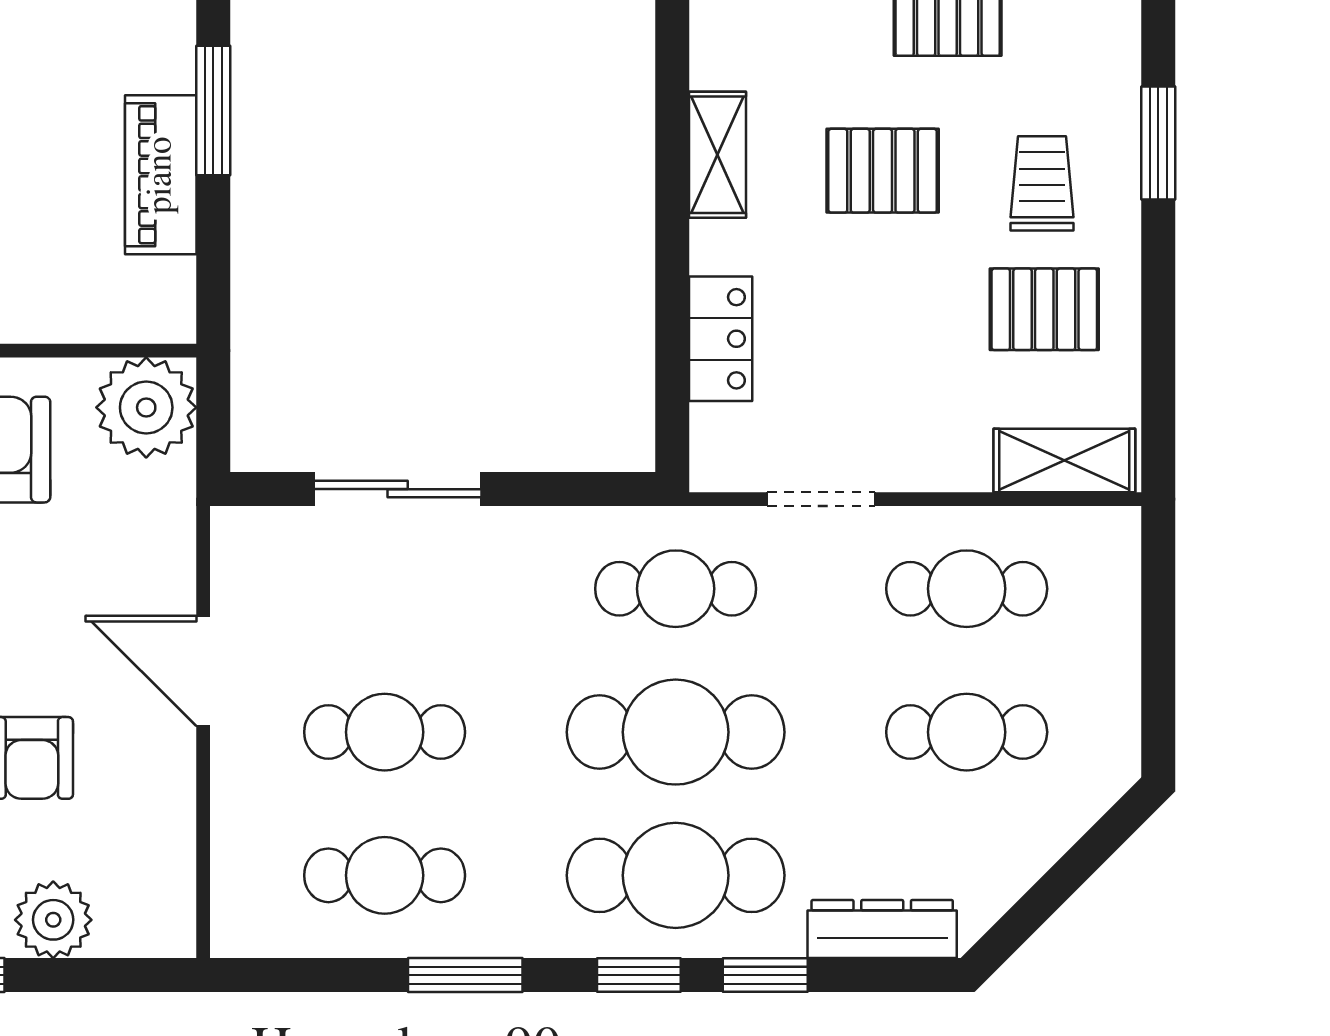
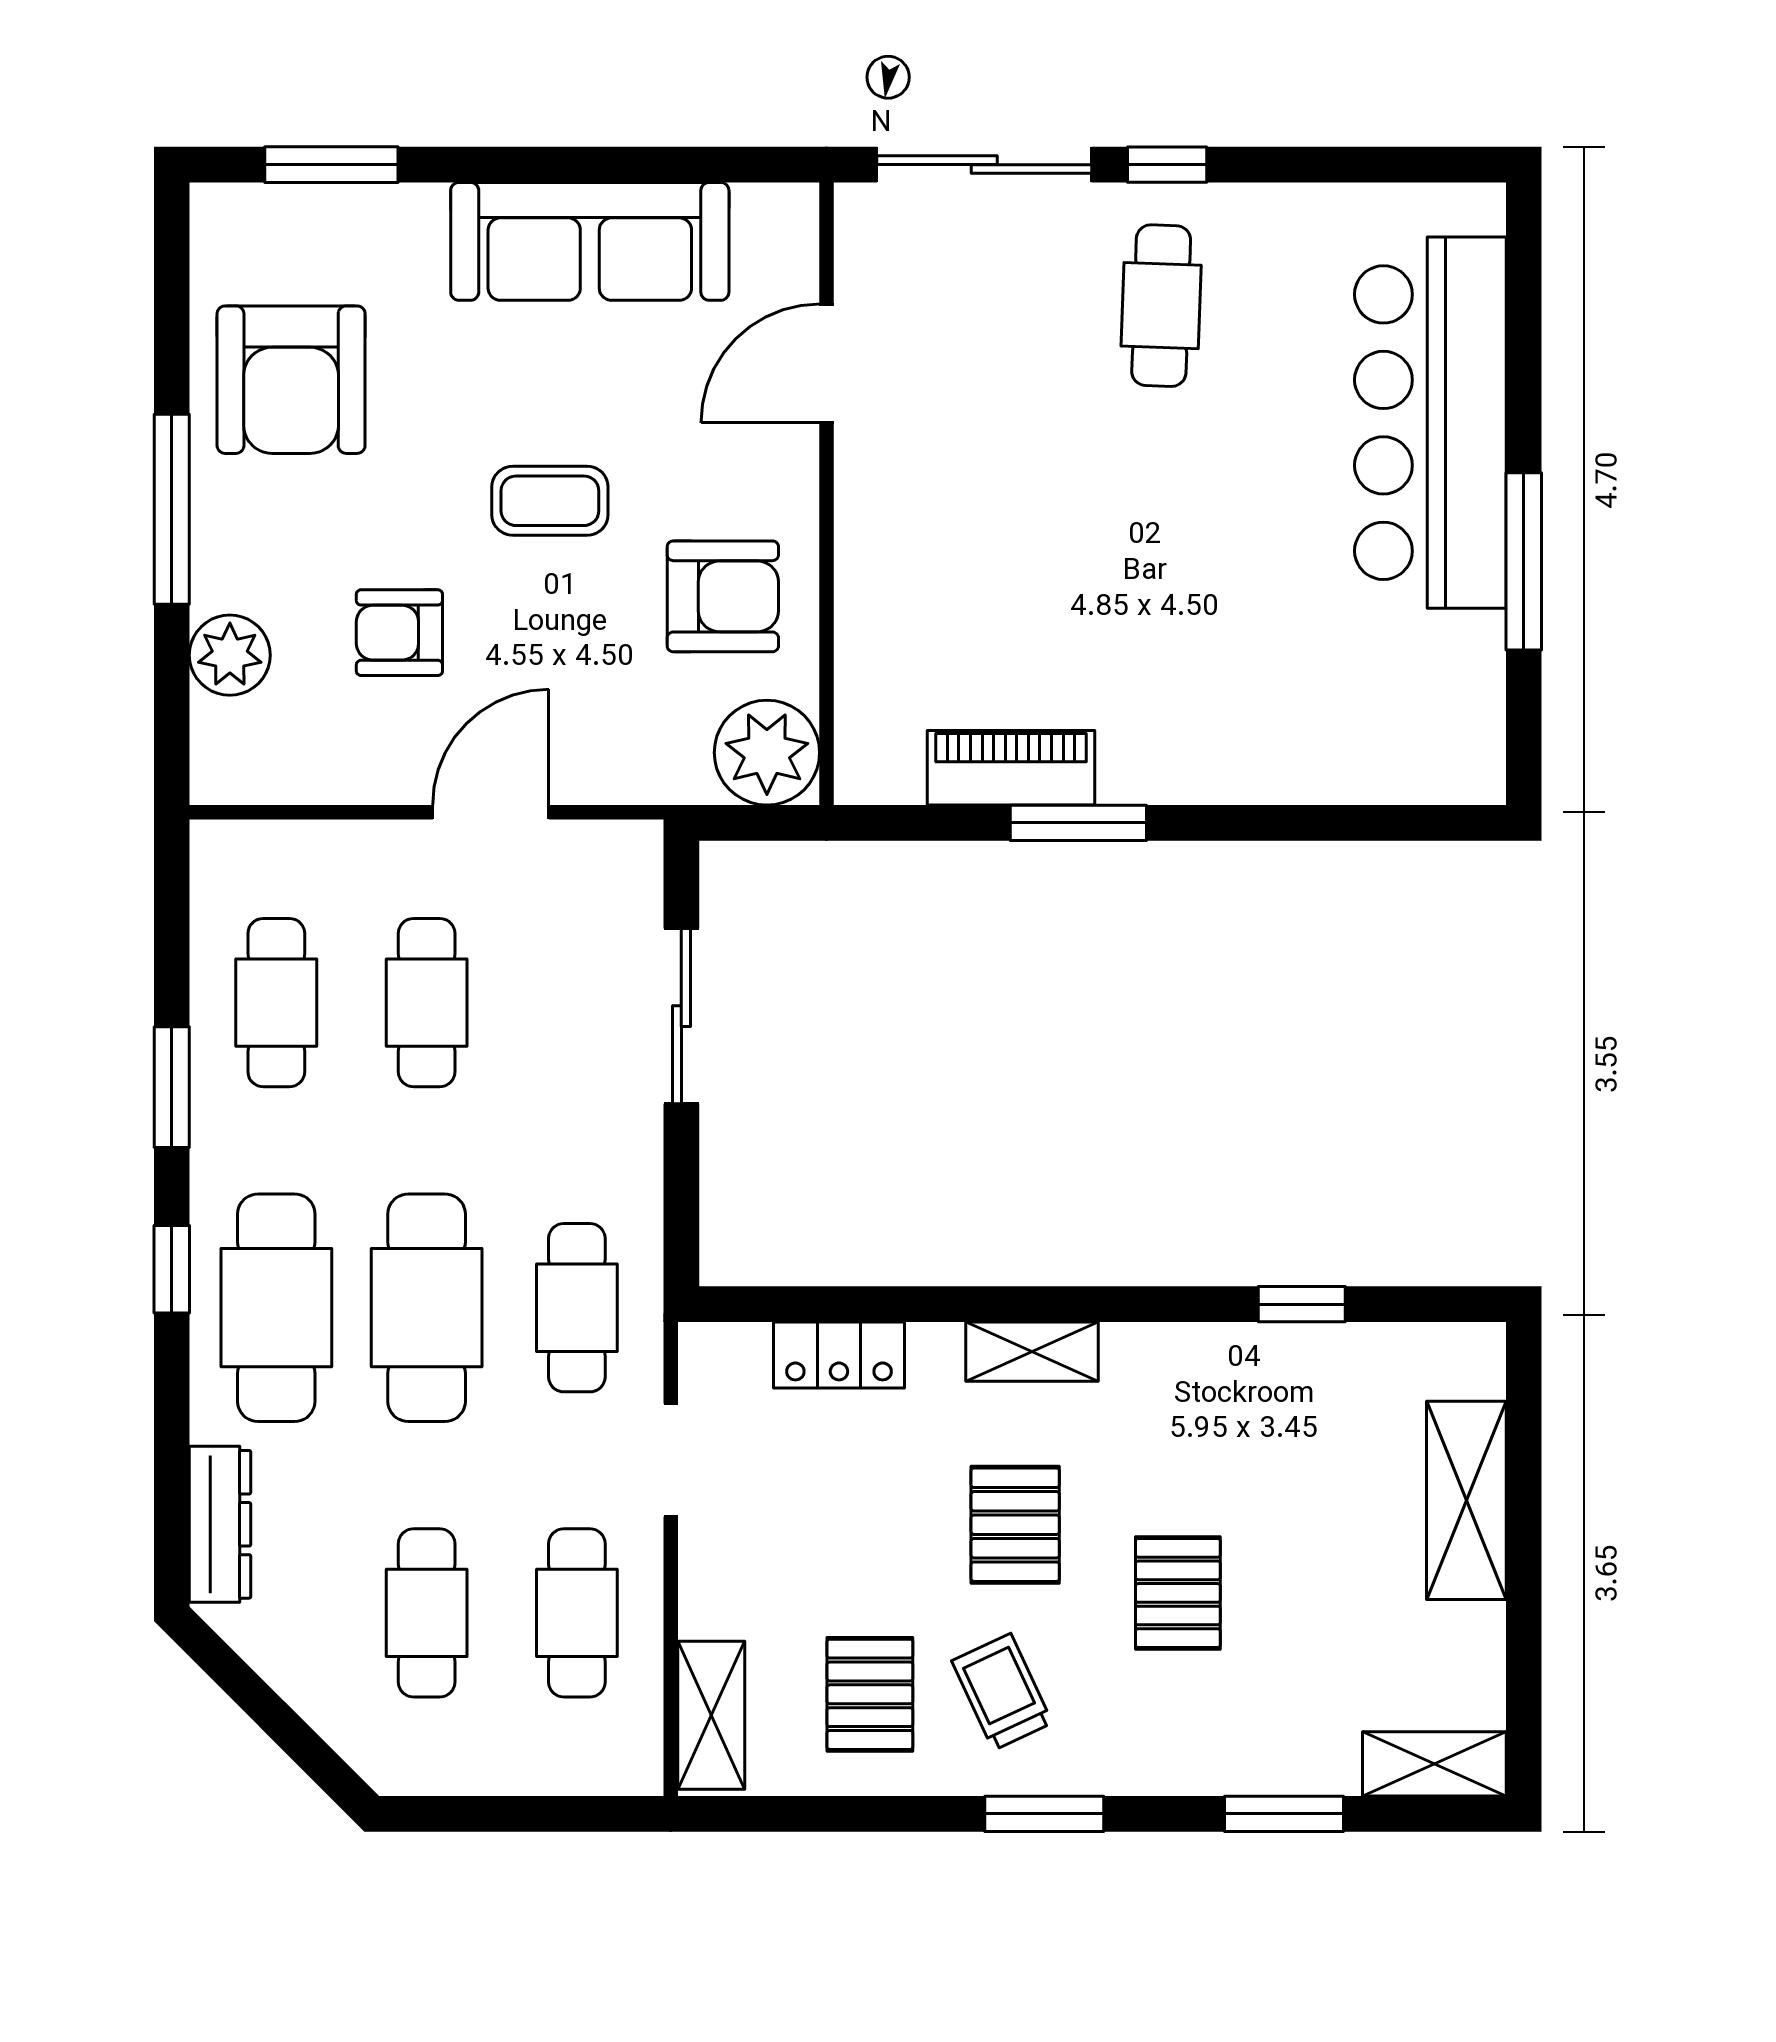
trolley: (1042, 183) -> (1002, 1692), turned -115
window: (765, 975) -> (172, 1402), removed

